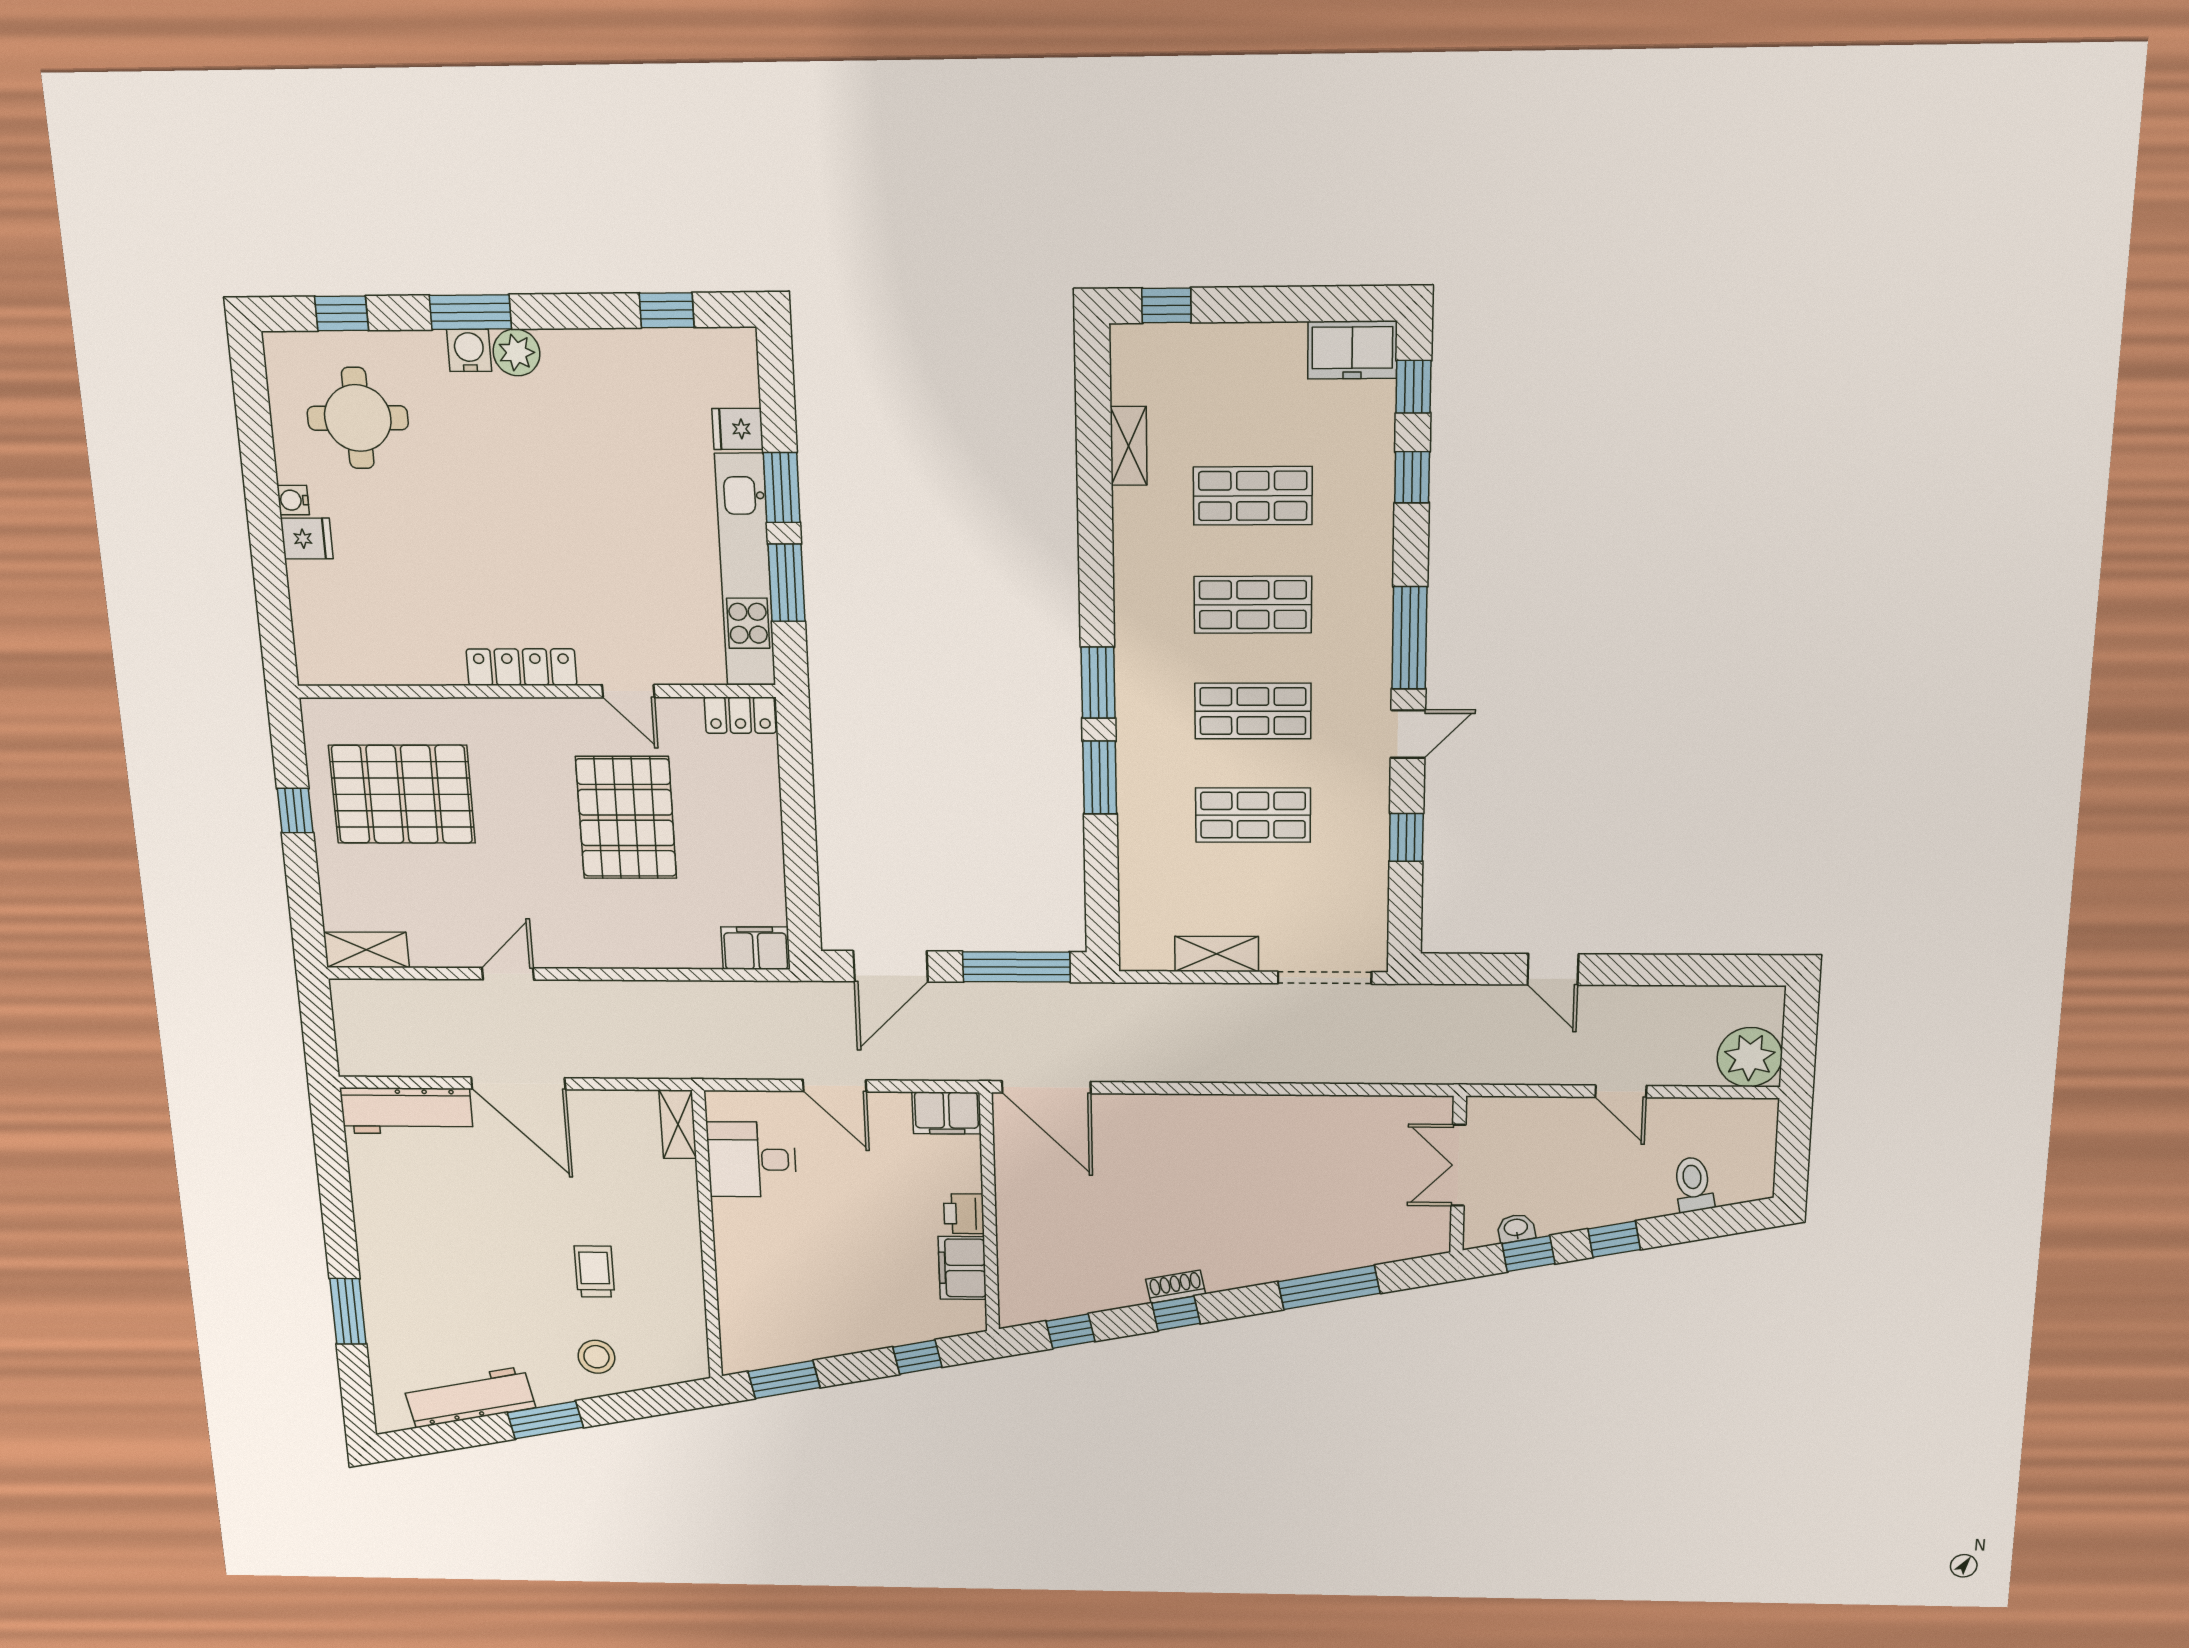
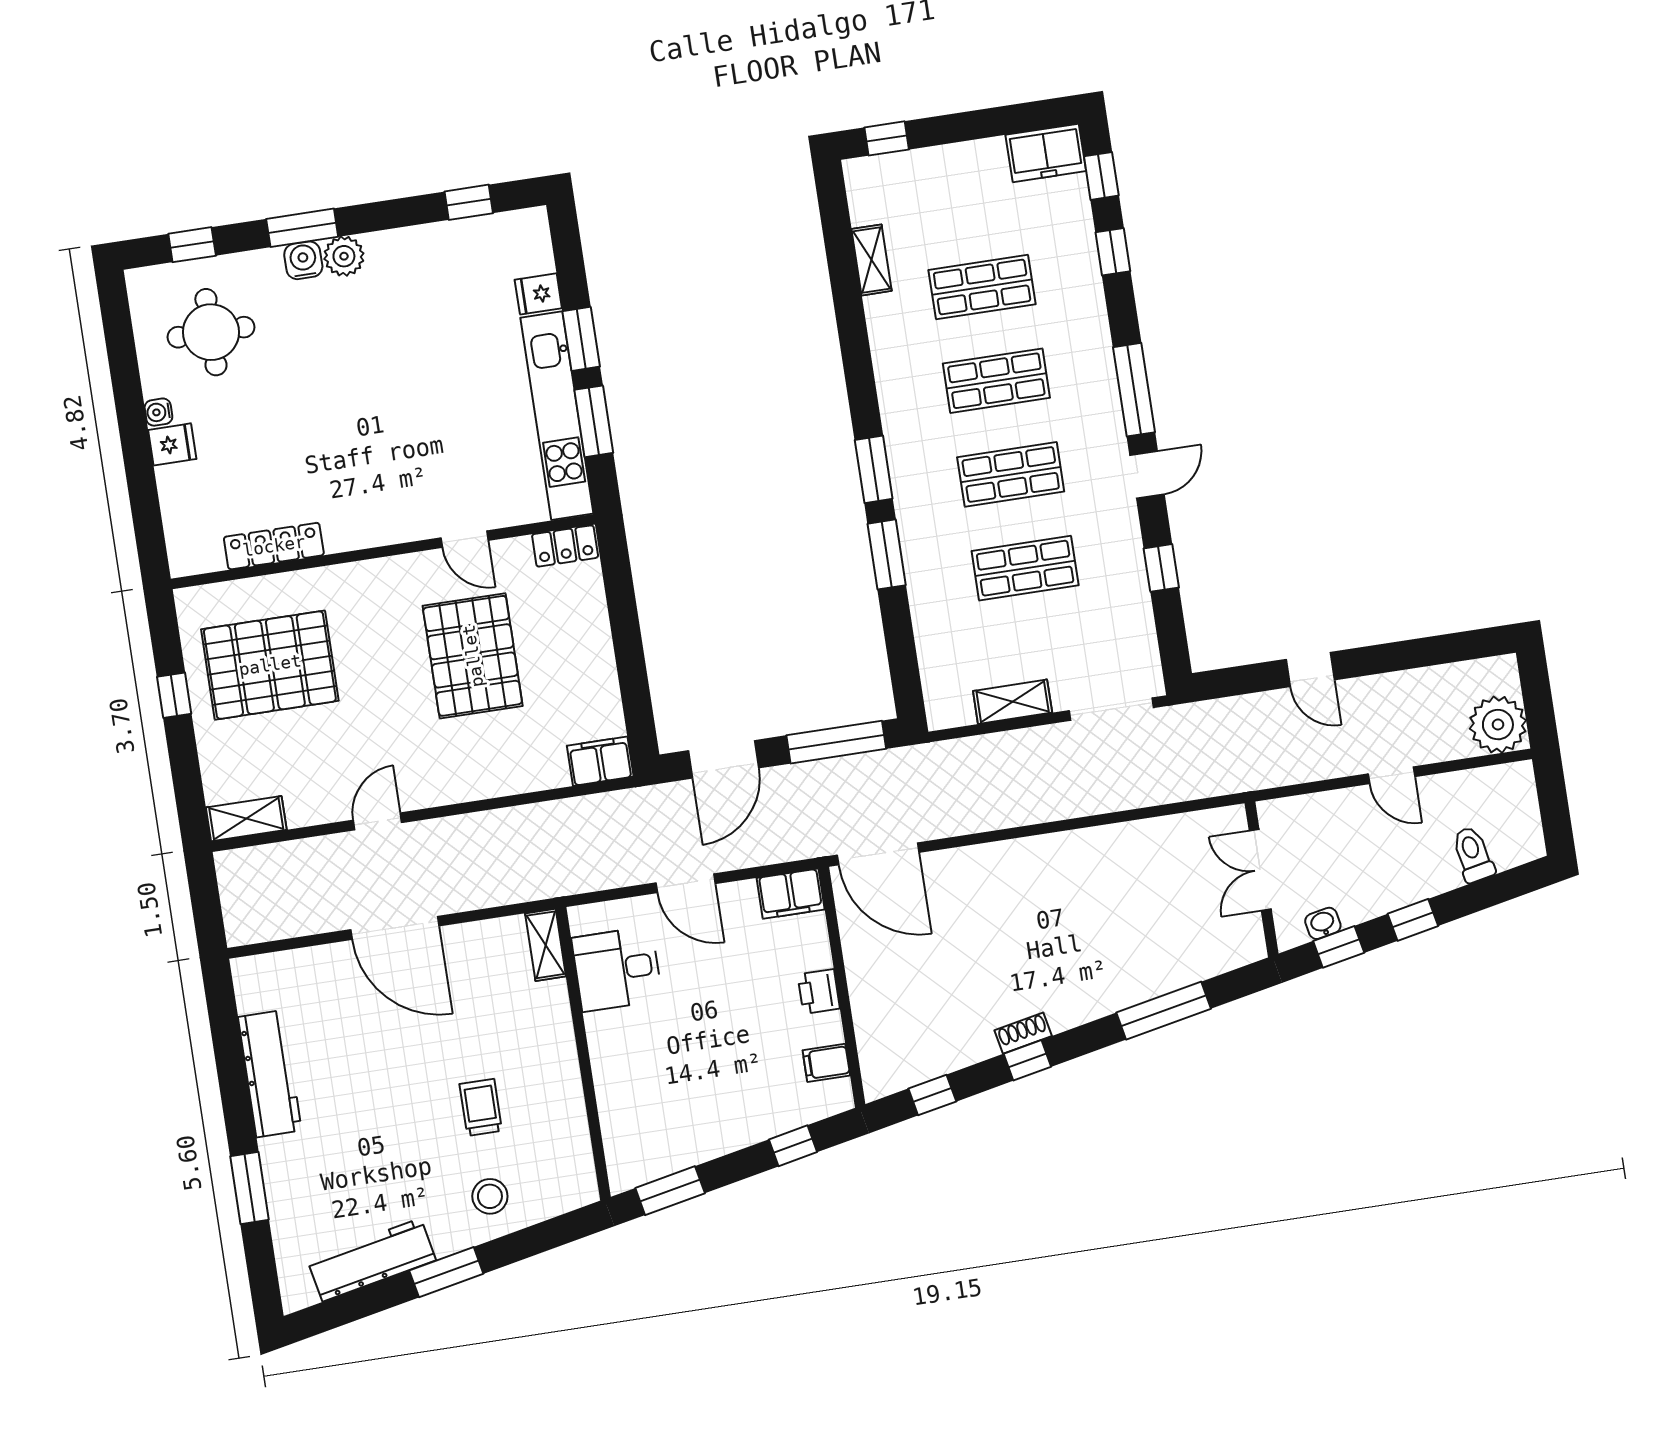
locker: (521, 667) -> (274, 546), moved
workbench: (407, 1111) -> (270, 1074), moved, turned -90
filing cabinet: (962, 1268) -> (826, 1063), width x0.50

